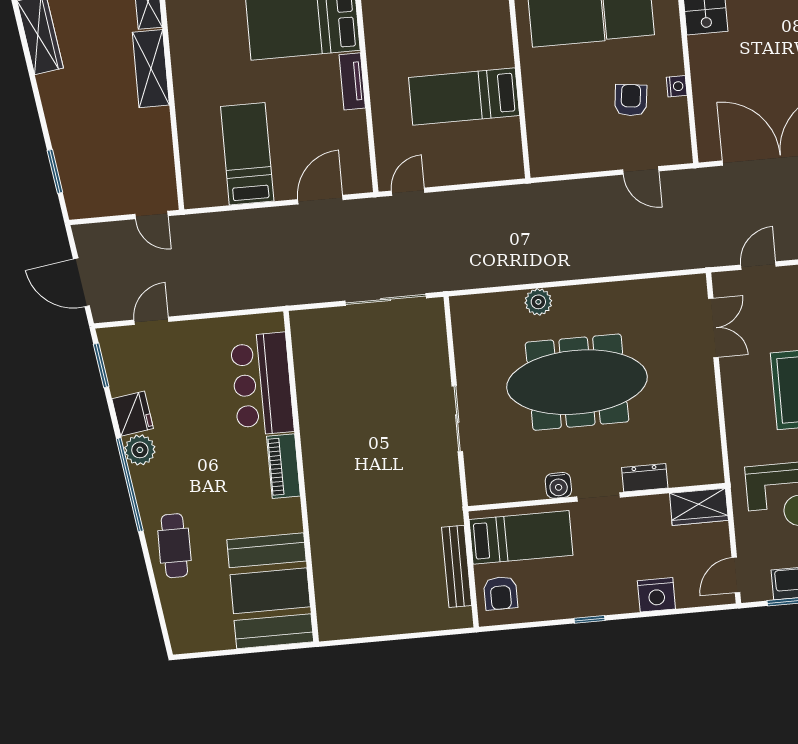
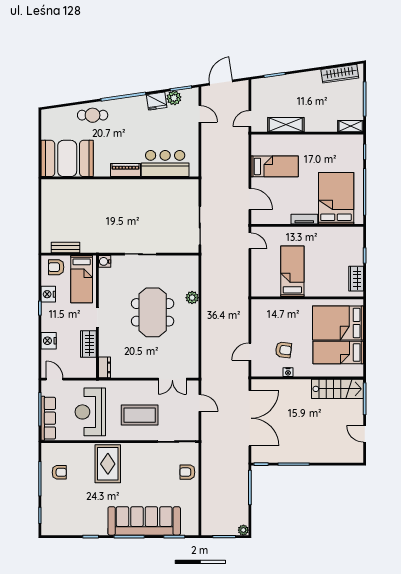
shelving: (151, 69) -> (286, 125), moved
meeting table: (577, 382) -> (153, 312), width x0.73
plant: (140, 450) -> (174, 98), moved
dresser: (645, 478) -> (104, 367), moved
water cooler: (558, 485) -> (105, 261), moved
wardrobe: (699, 507) -> (88, 344), moved
bench: (457, 566) -> (66, 248), width x0.73
nightstand: (559, 604) -> (48, 294), added

